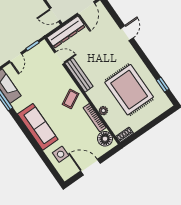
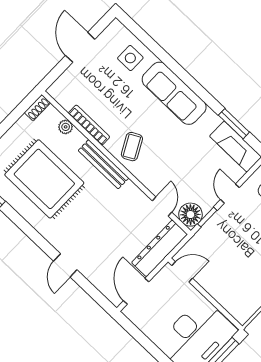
door: (59, 58) -> (162, 206), swing flipped
bench: (79, 75) -> (104, 164), moved
plant: (103, 111) -> (66, 127), moved
floor lamp: (105, 139) -> (190, 215), moved
door: (90, 167) -> (80, 47), swing flipped

